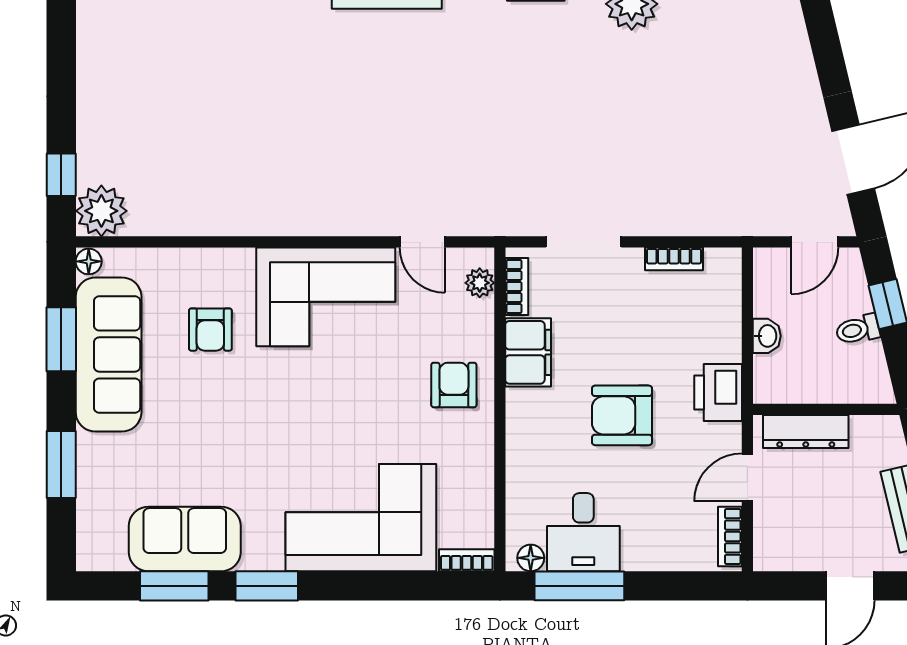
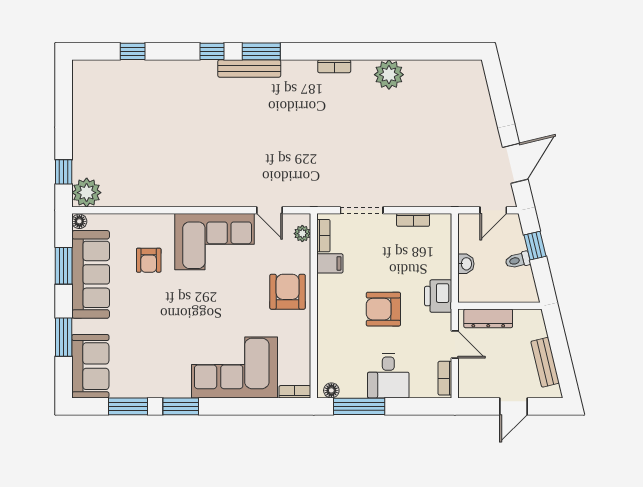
filing cabinet: (528, 352) -> (330, 263), width x0.50
armchair: (454, 385) -> (288, 292), width x1.38, depth x1.38
door: (747, 477) -> (455, 344), swing flipped
desk: (583, 532) -> (388, 376), moved
sofa: (185, 539) -> (90, 366), moved, turned 90

